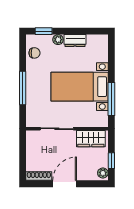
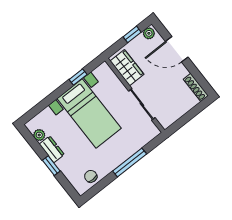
window: (44, 31) -> (51, 166), moved
plant: (58, 40) -> (39, 135), moved
window: (111, 99) -> (78, 77), width x0.46
door: (65, 184) -> (177, 49), moved

